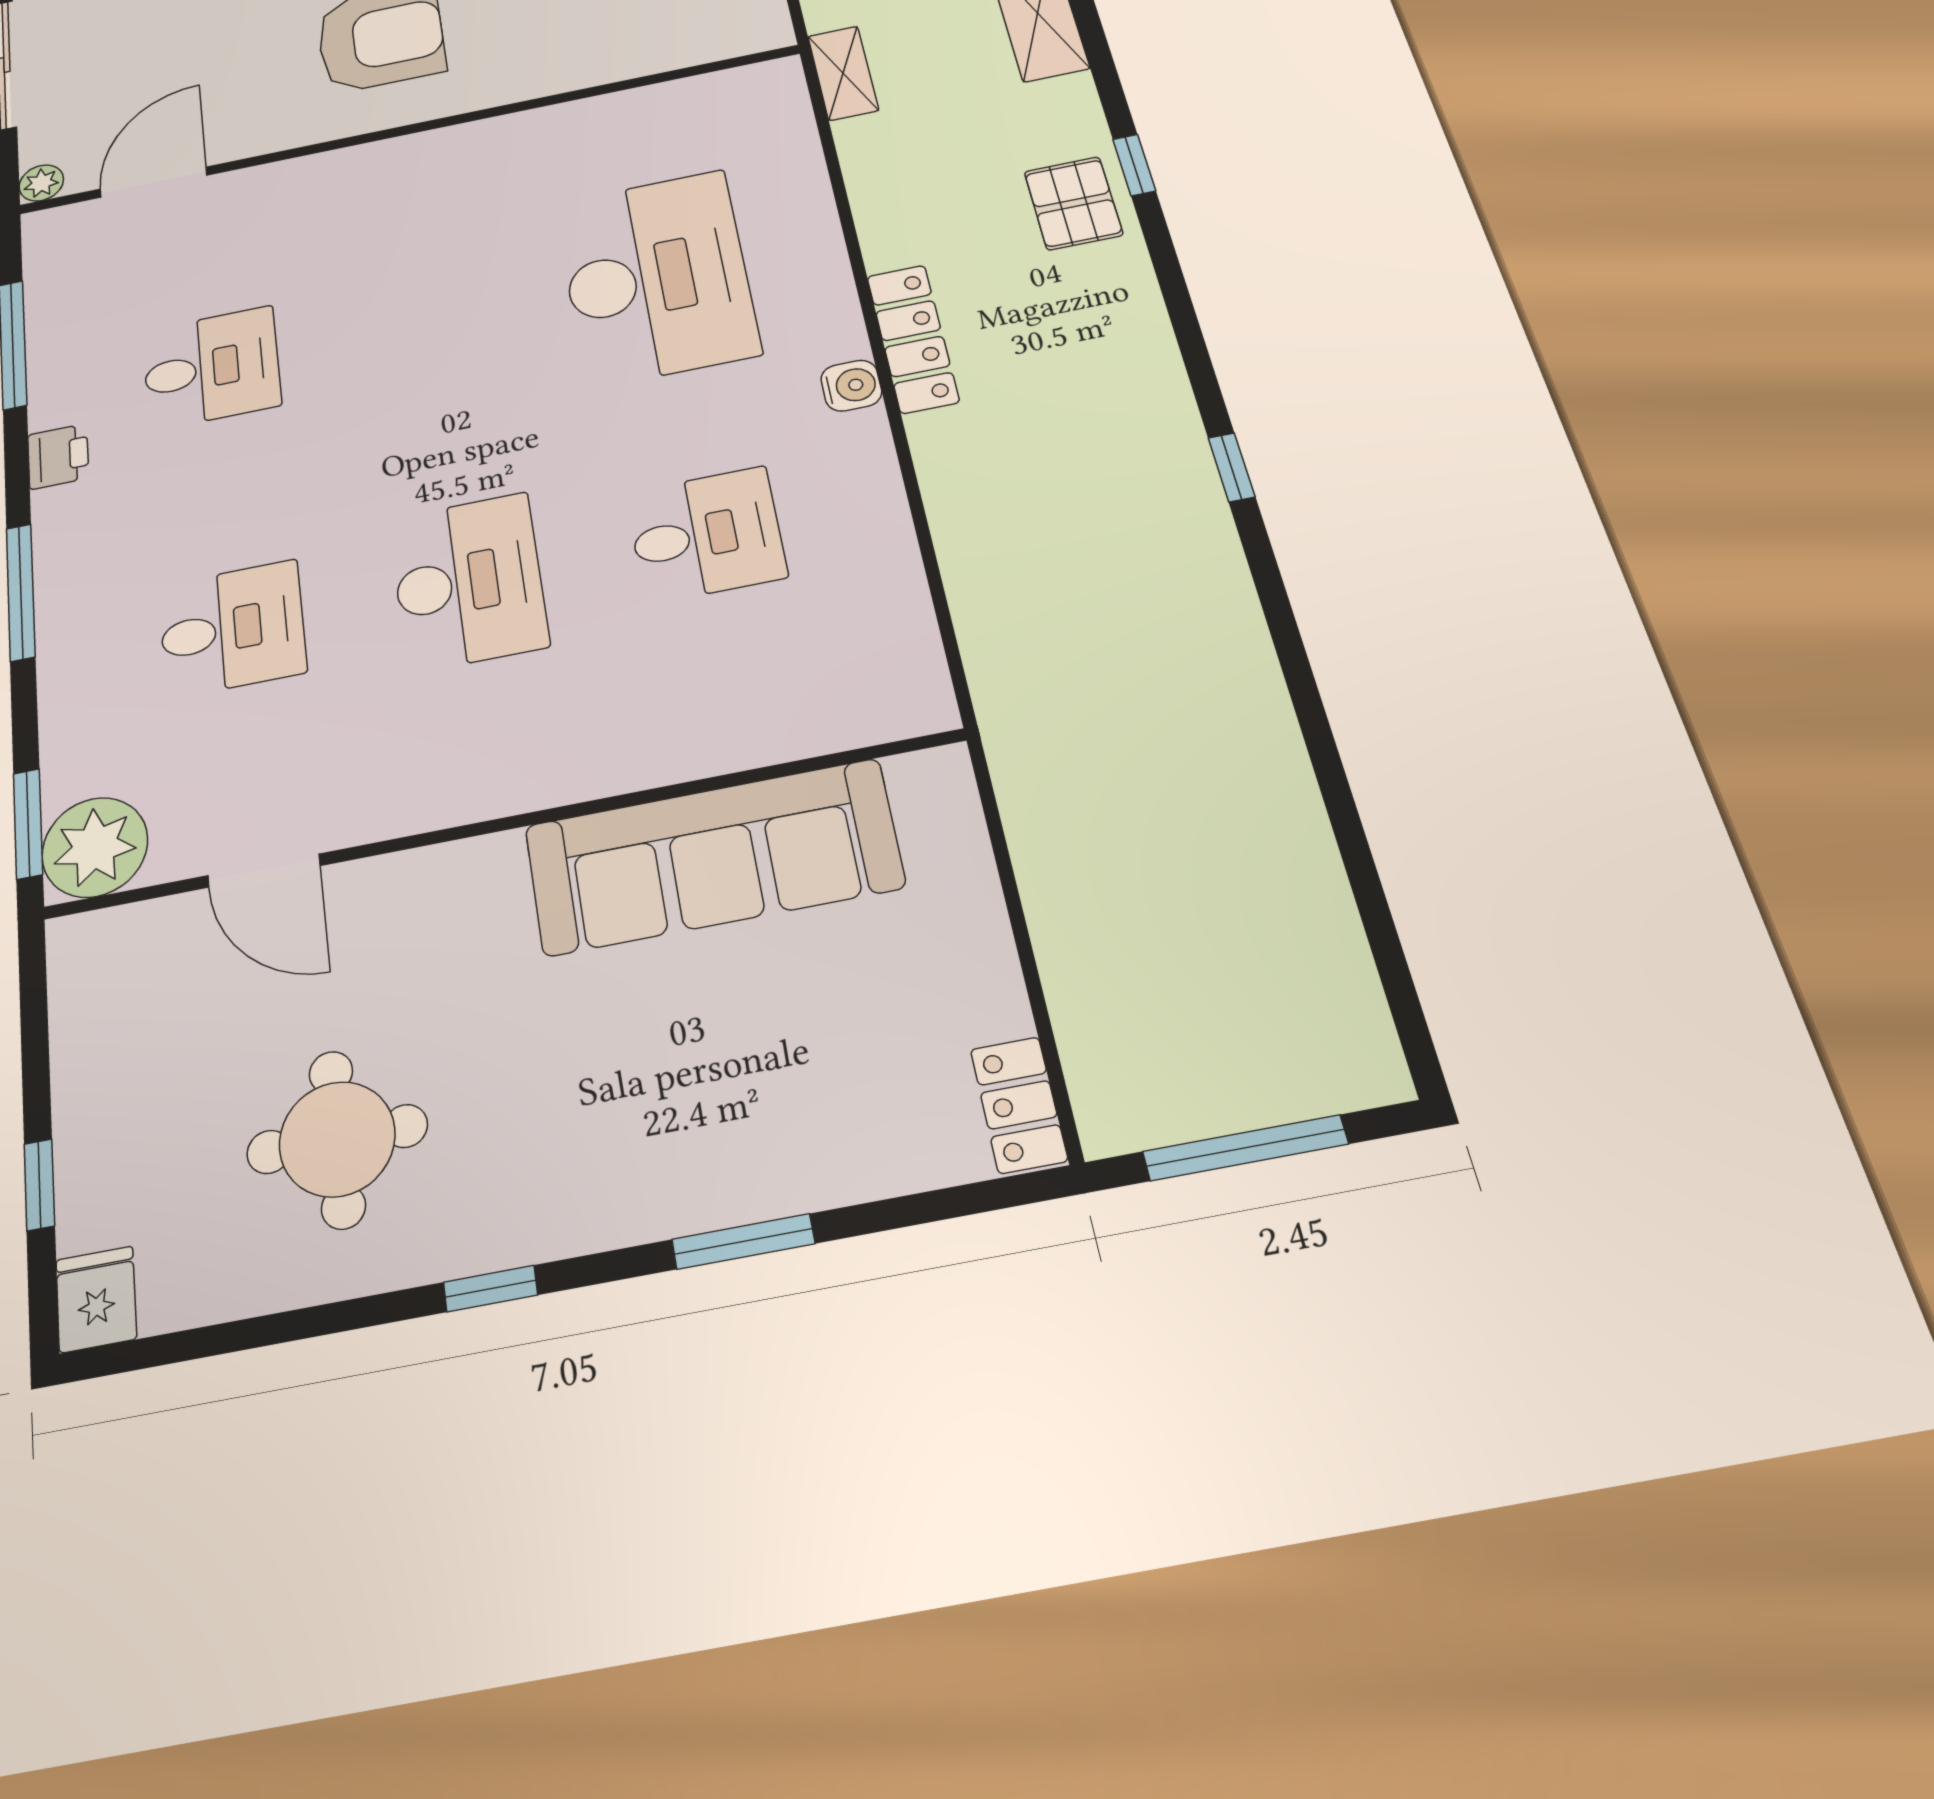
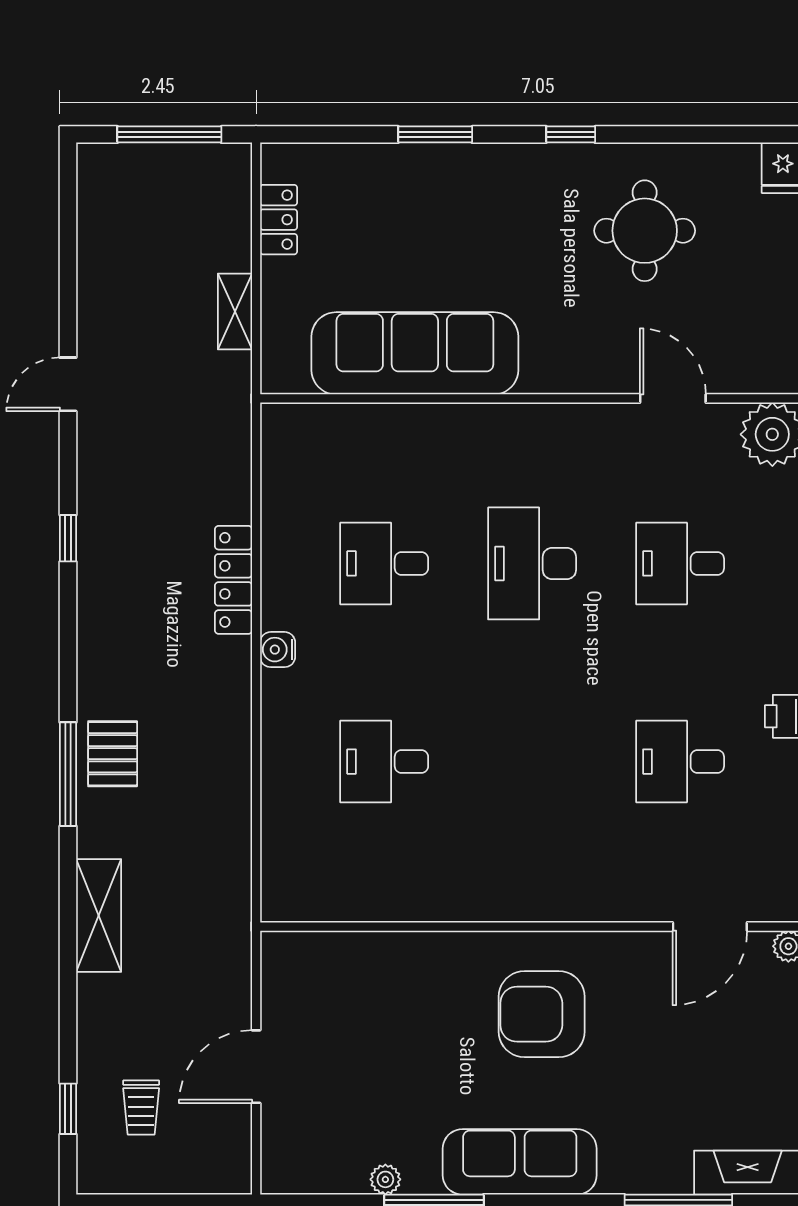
shelving: (843, 73) -> (235, 311), moved
window: (1134, 165) -> (68, 774), width x2.17
desk: (656, 278) -> (384, 762), width x0.53, depth x0.77
locker: (913, 339) -> (233, 580), moved
door: (1304, 692) -> (68, 384), added
locker: (1019, 1105) -> (279, 220), moved

